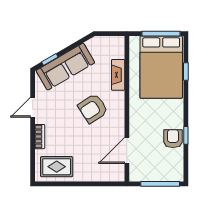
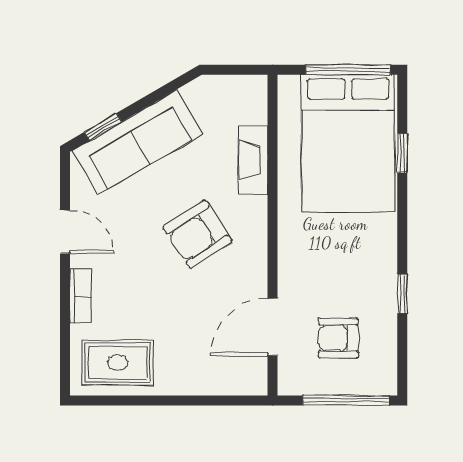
door: (33, 107) -> (65, 232), swing flipped
armchair: (173, 139) -> (338, 338), moved, turned -90

